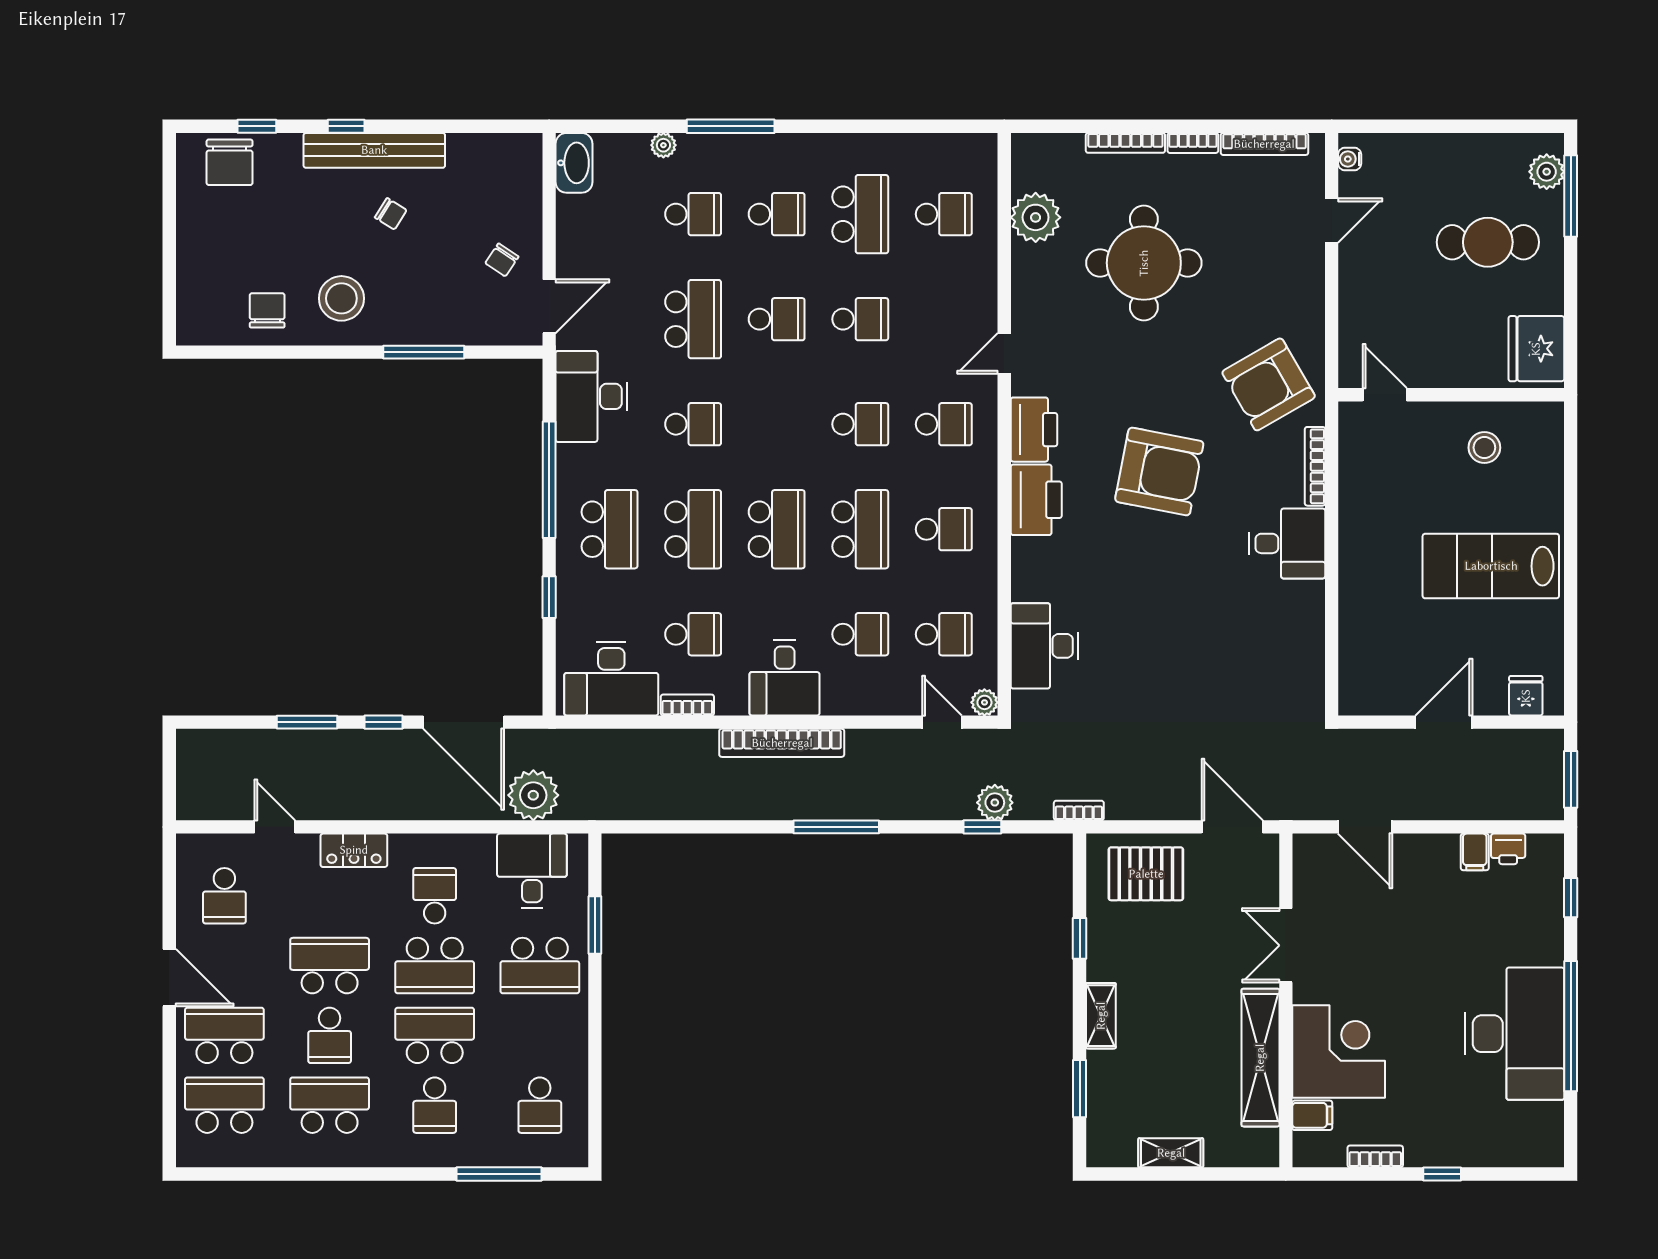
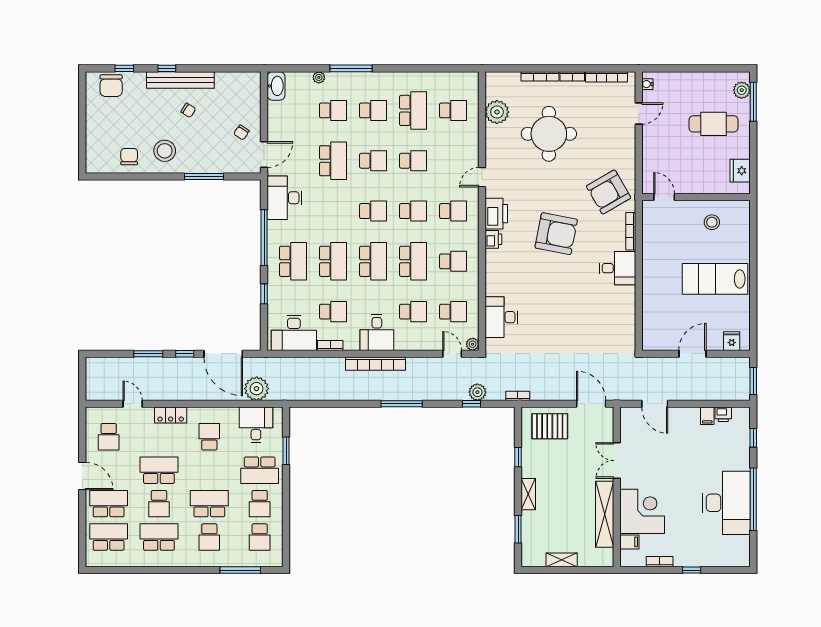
fridge: (1536, 349) -> (740, 171), width x0.73, depth x0.75
school desk: (693, 424) -> (373, 211), moved
printer: (1036, 500) -> (493, 239), width x0.53, depth x0.68
school desk: (435, 966) -> (260, 504), moved, width x0.54

